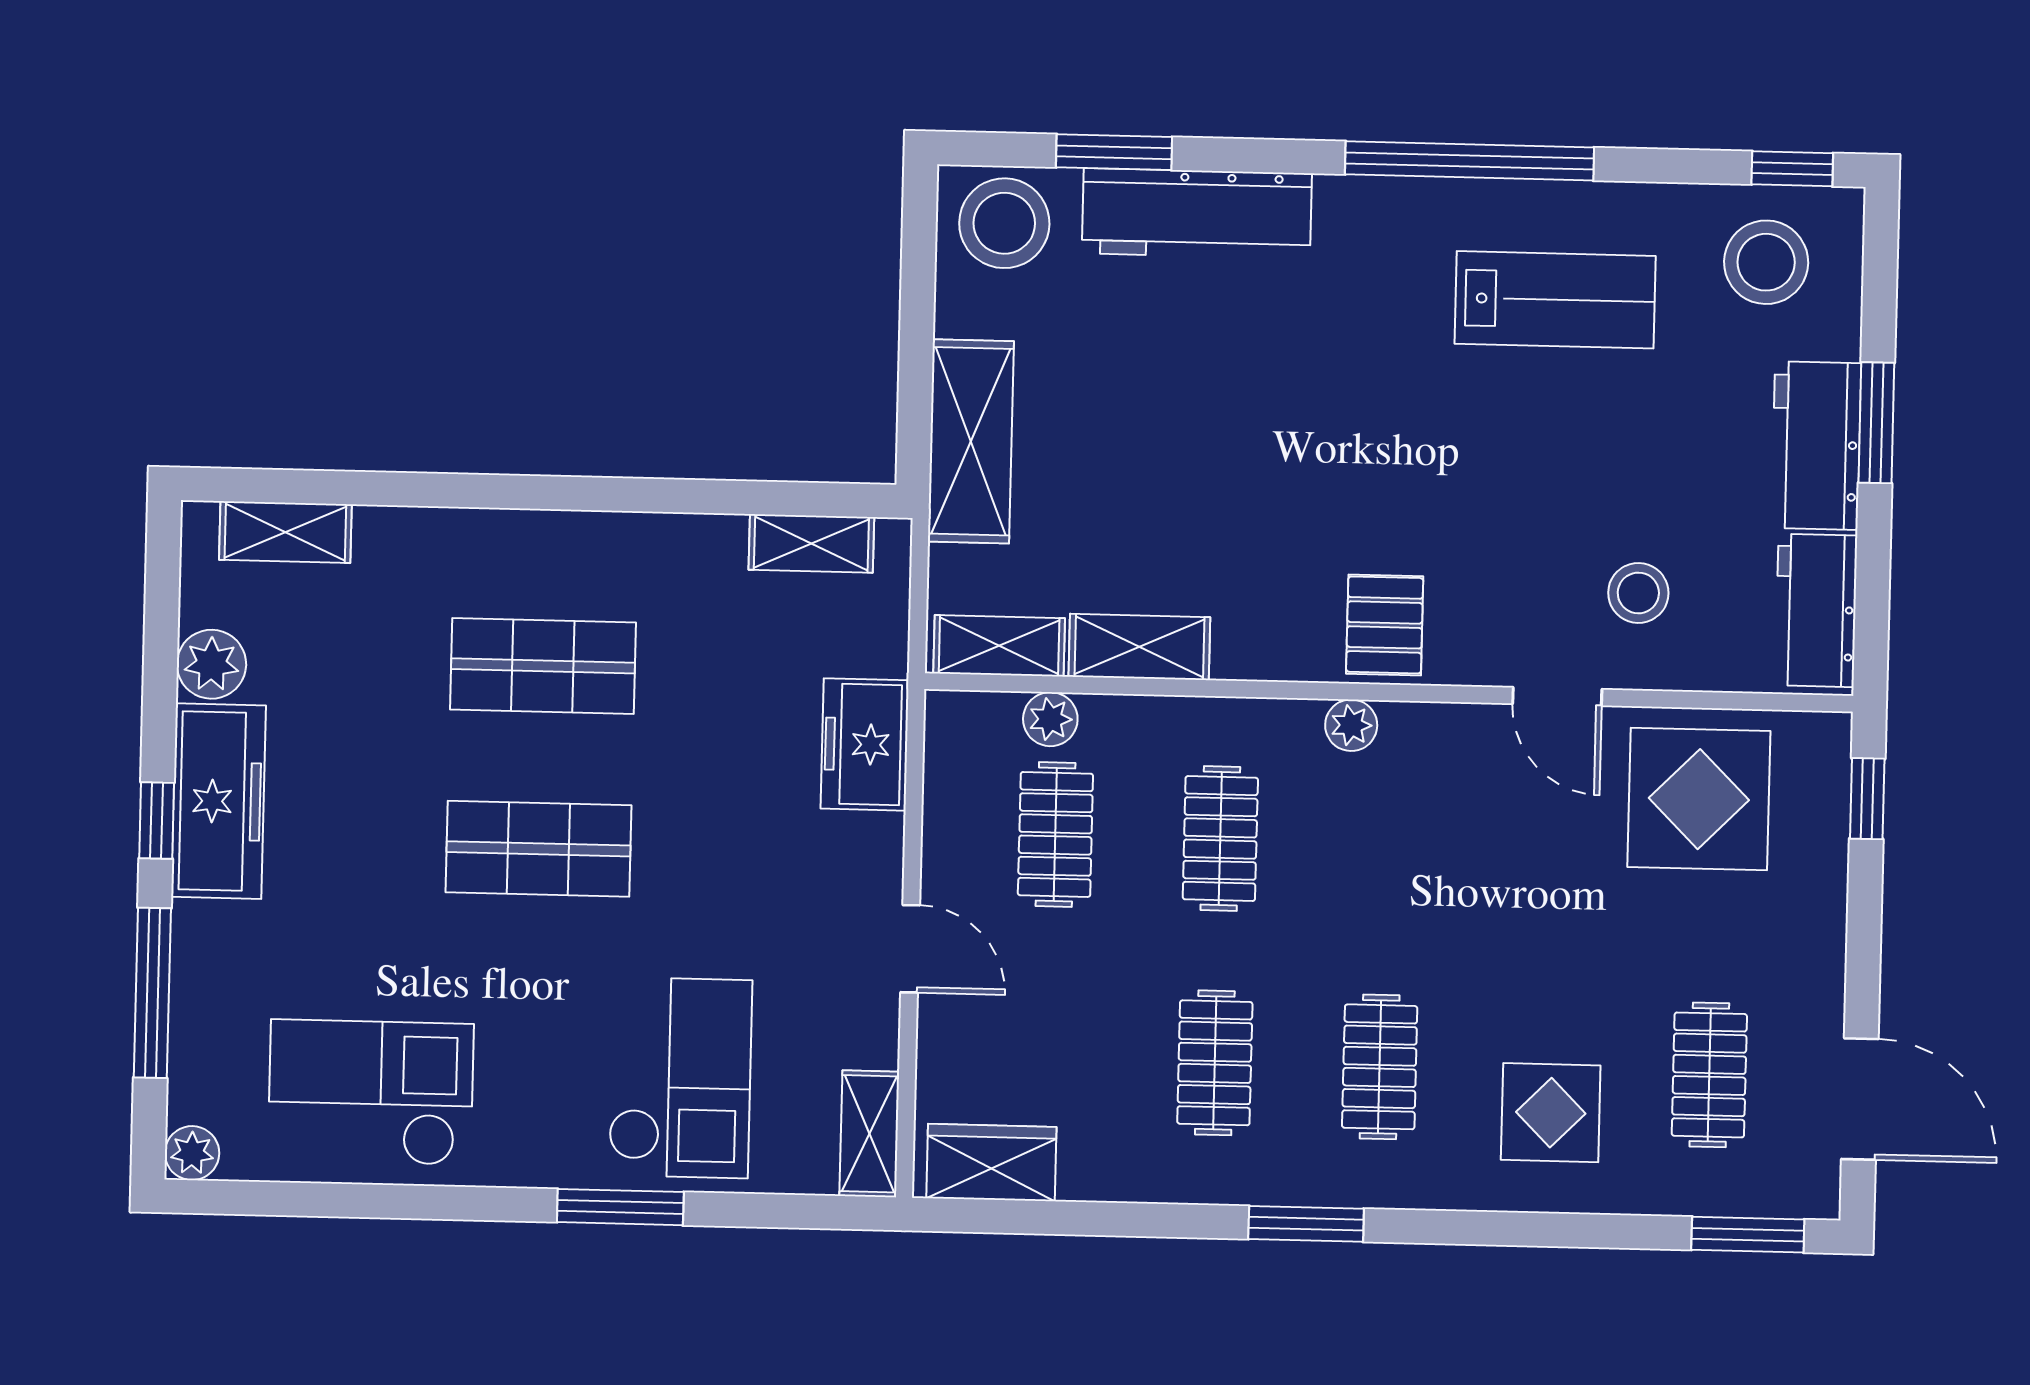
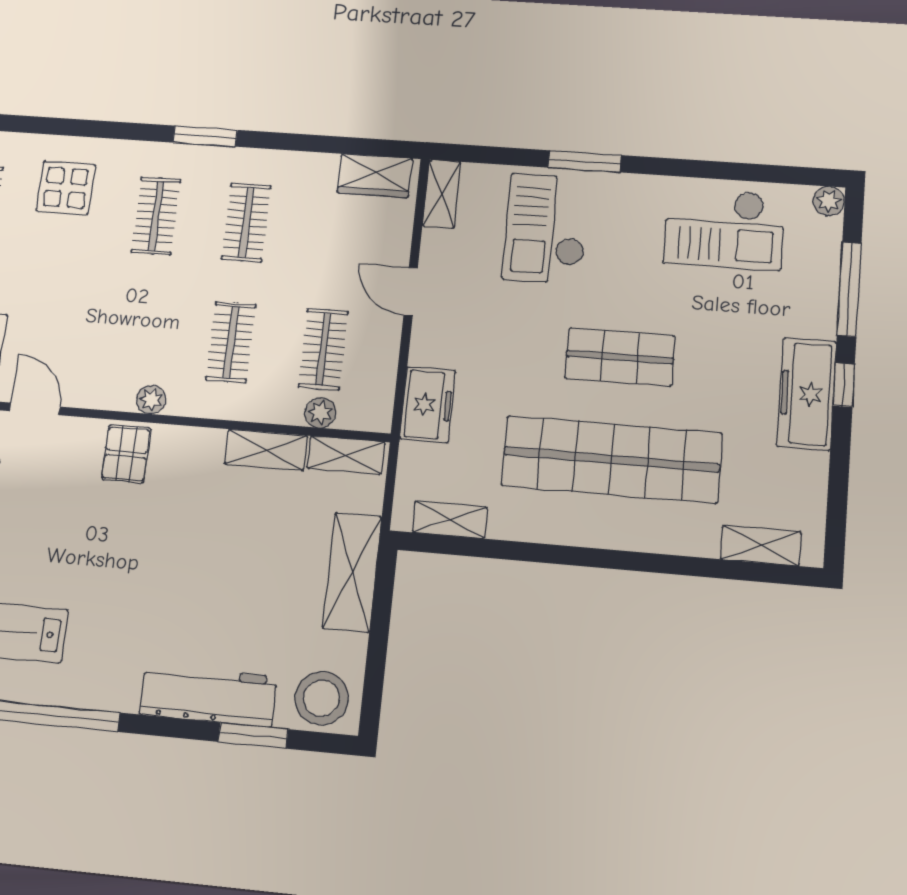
plant: (211, 664) -> (808, 472), removed
shop shelf: (543, 666) -> (611, 459), width x2.00, depth x1.36

